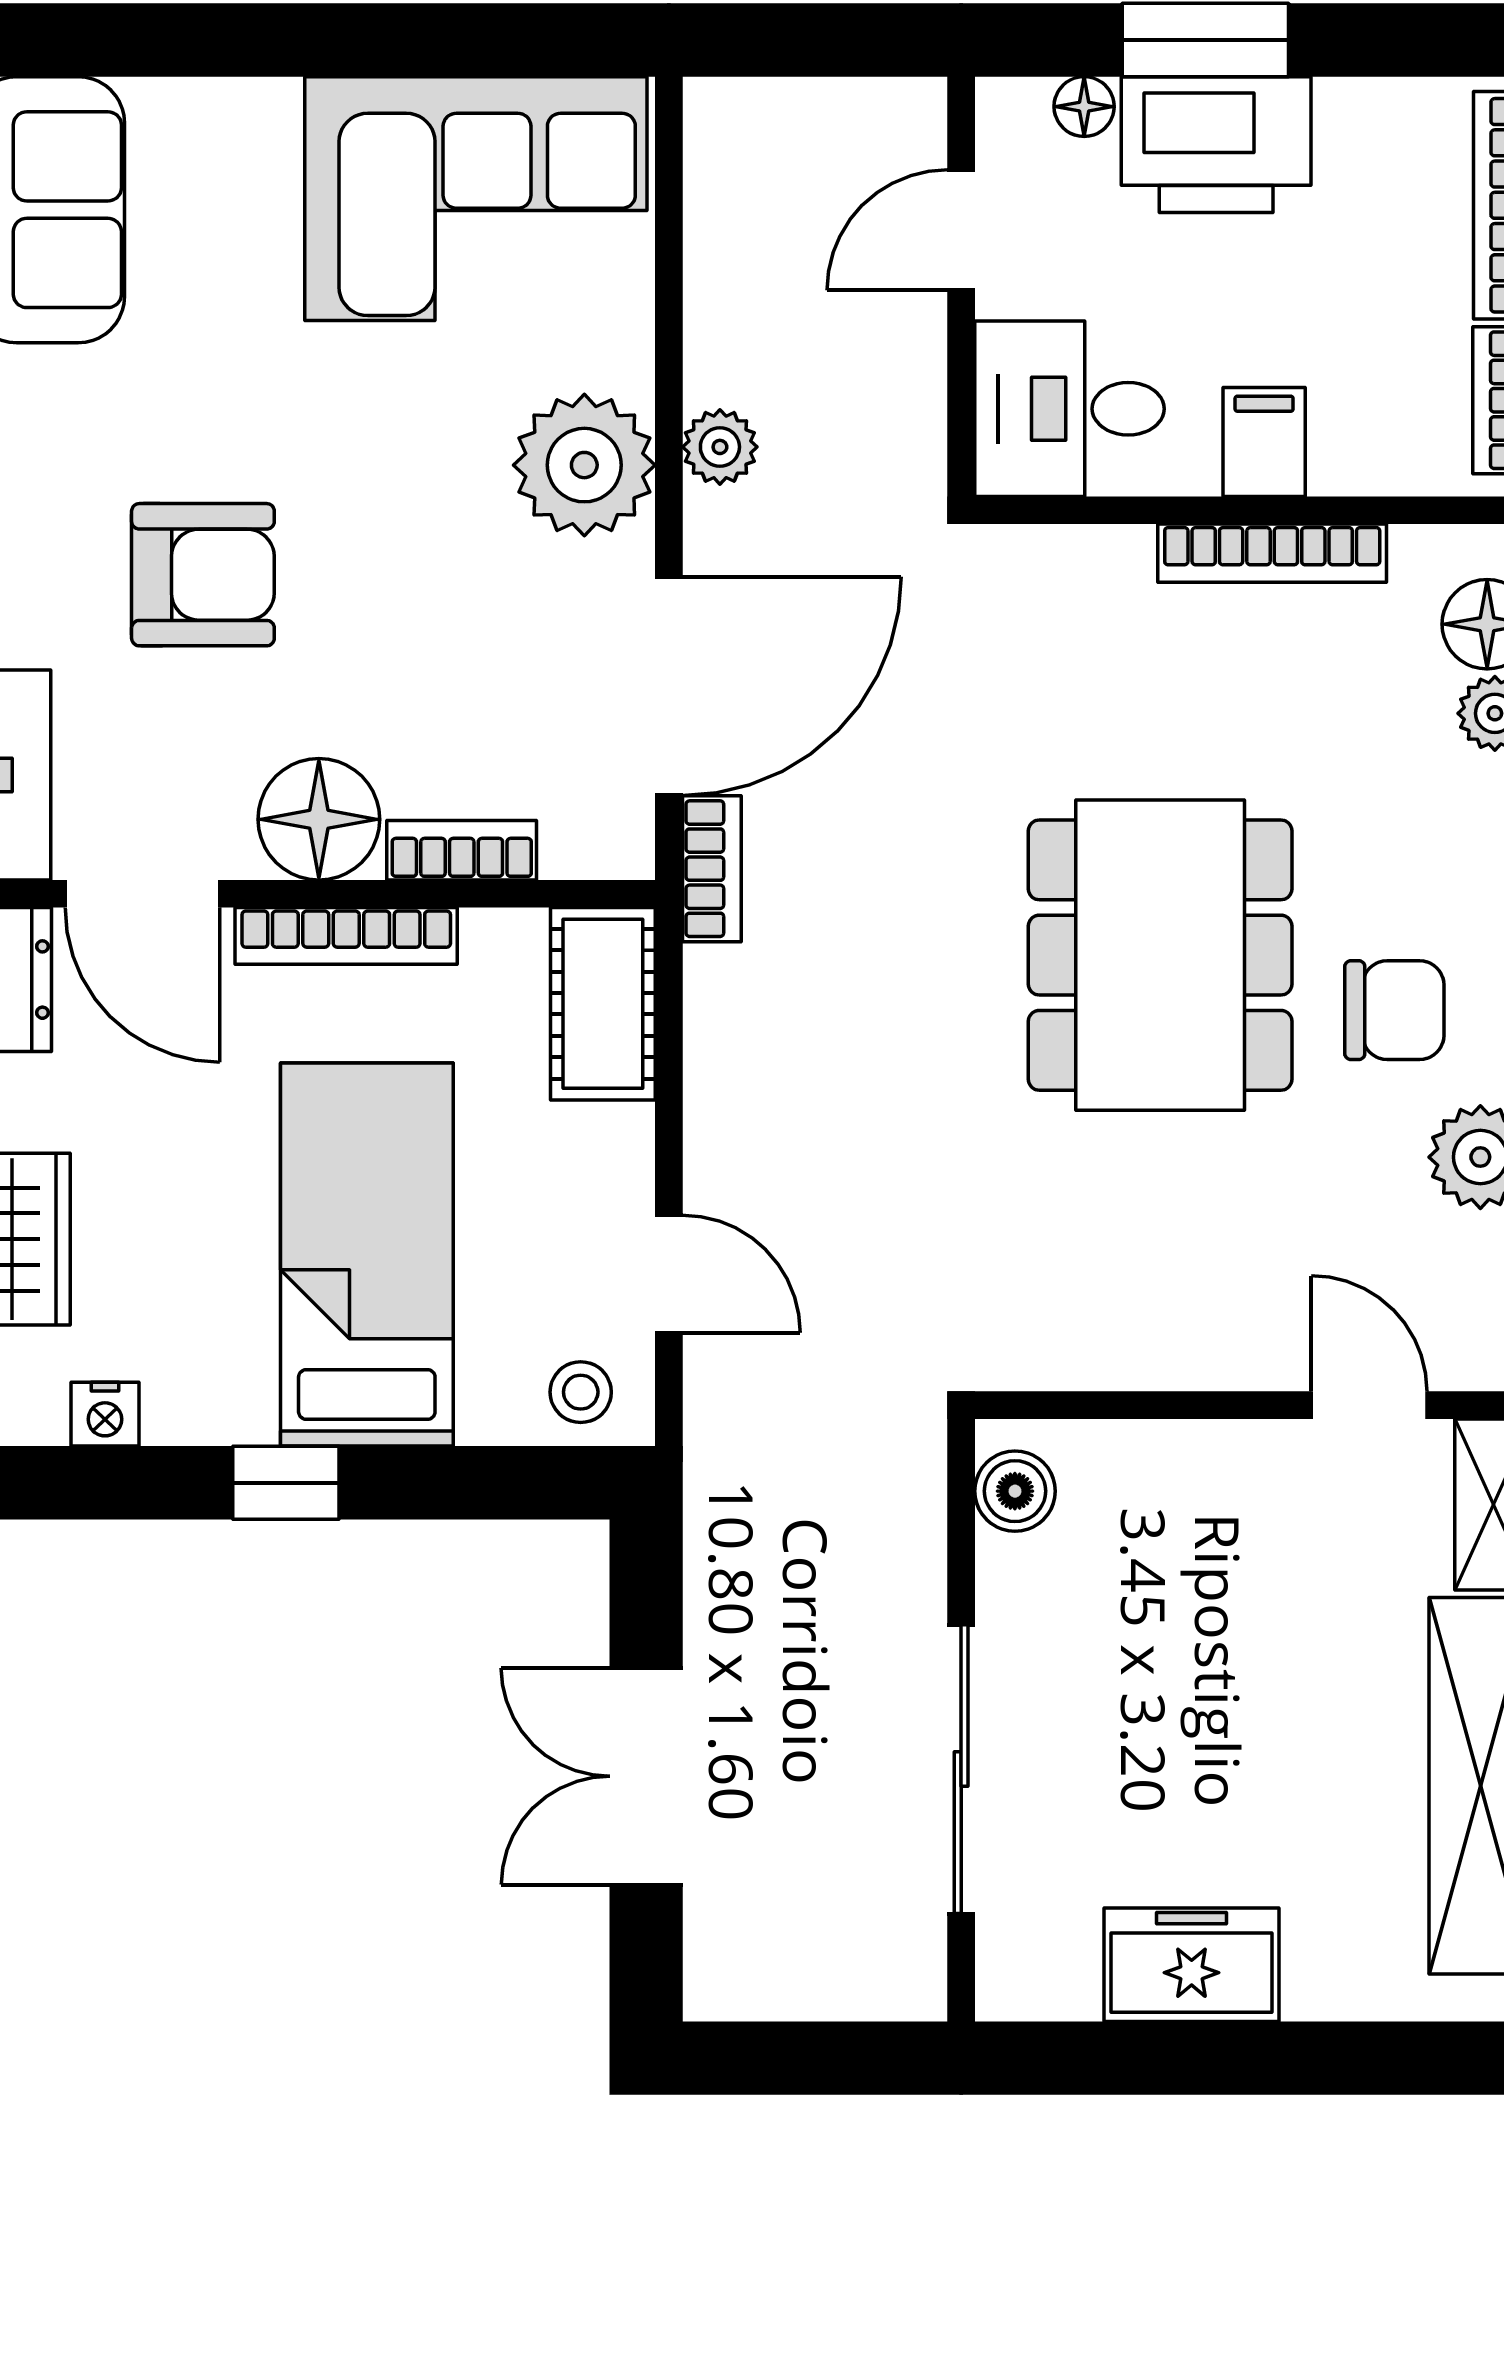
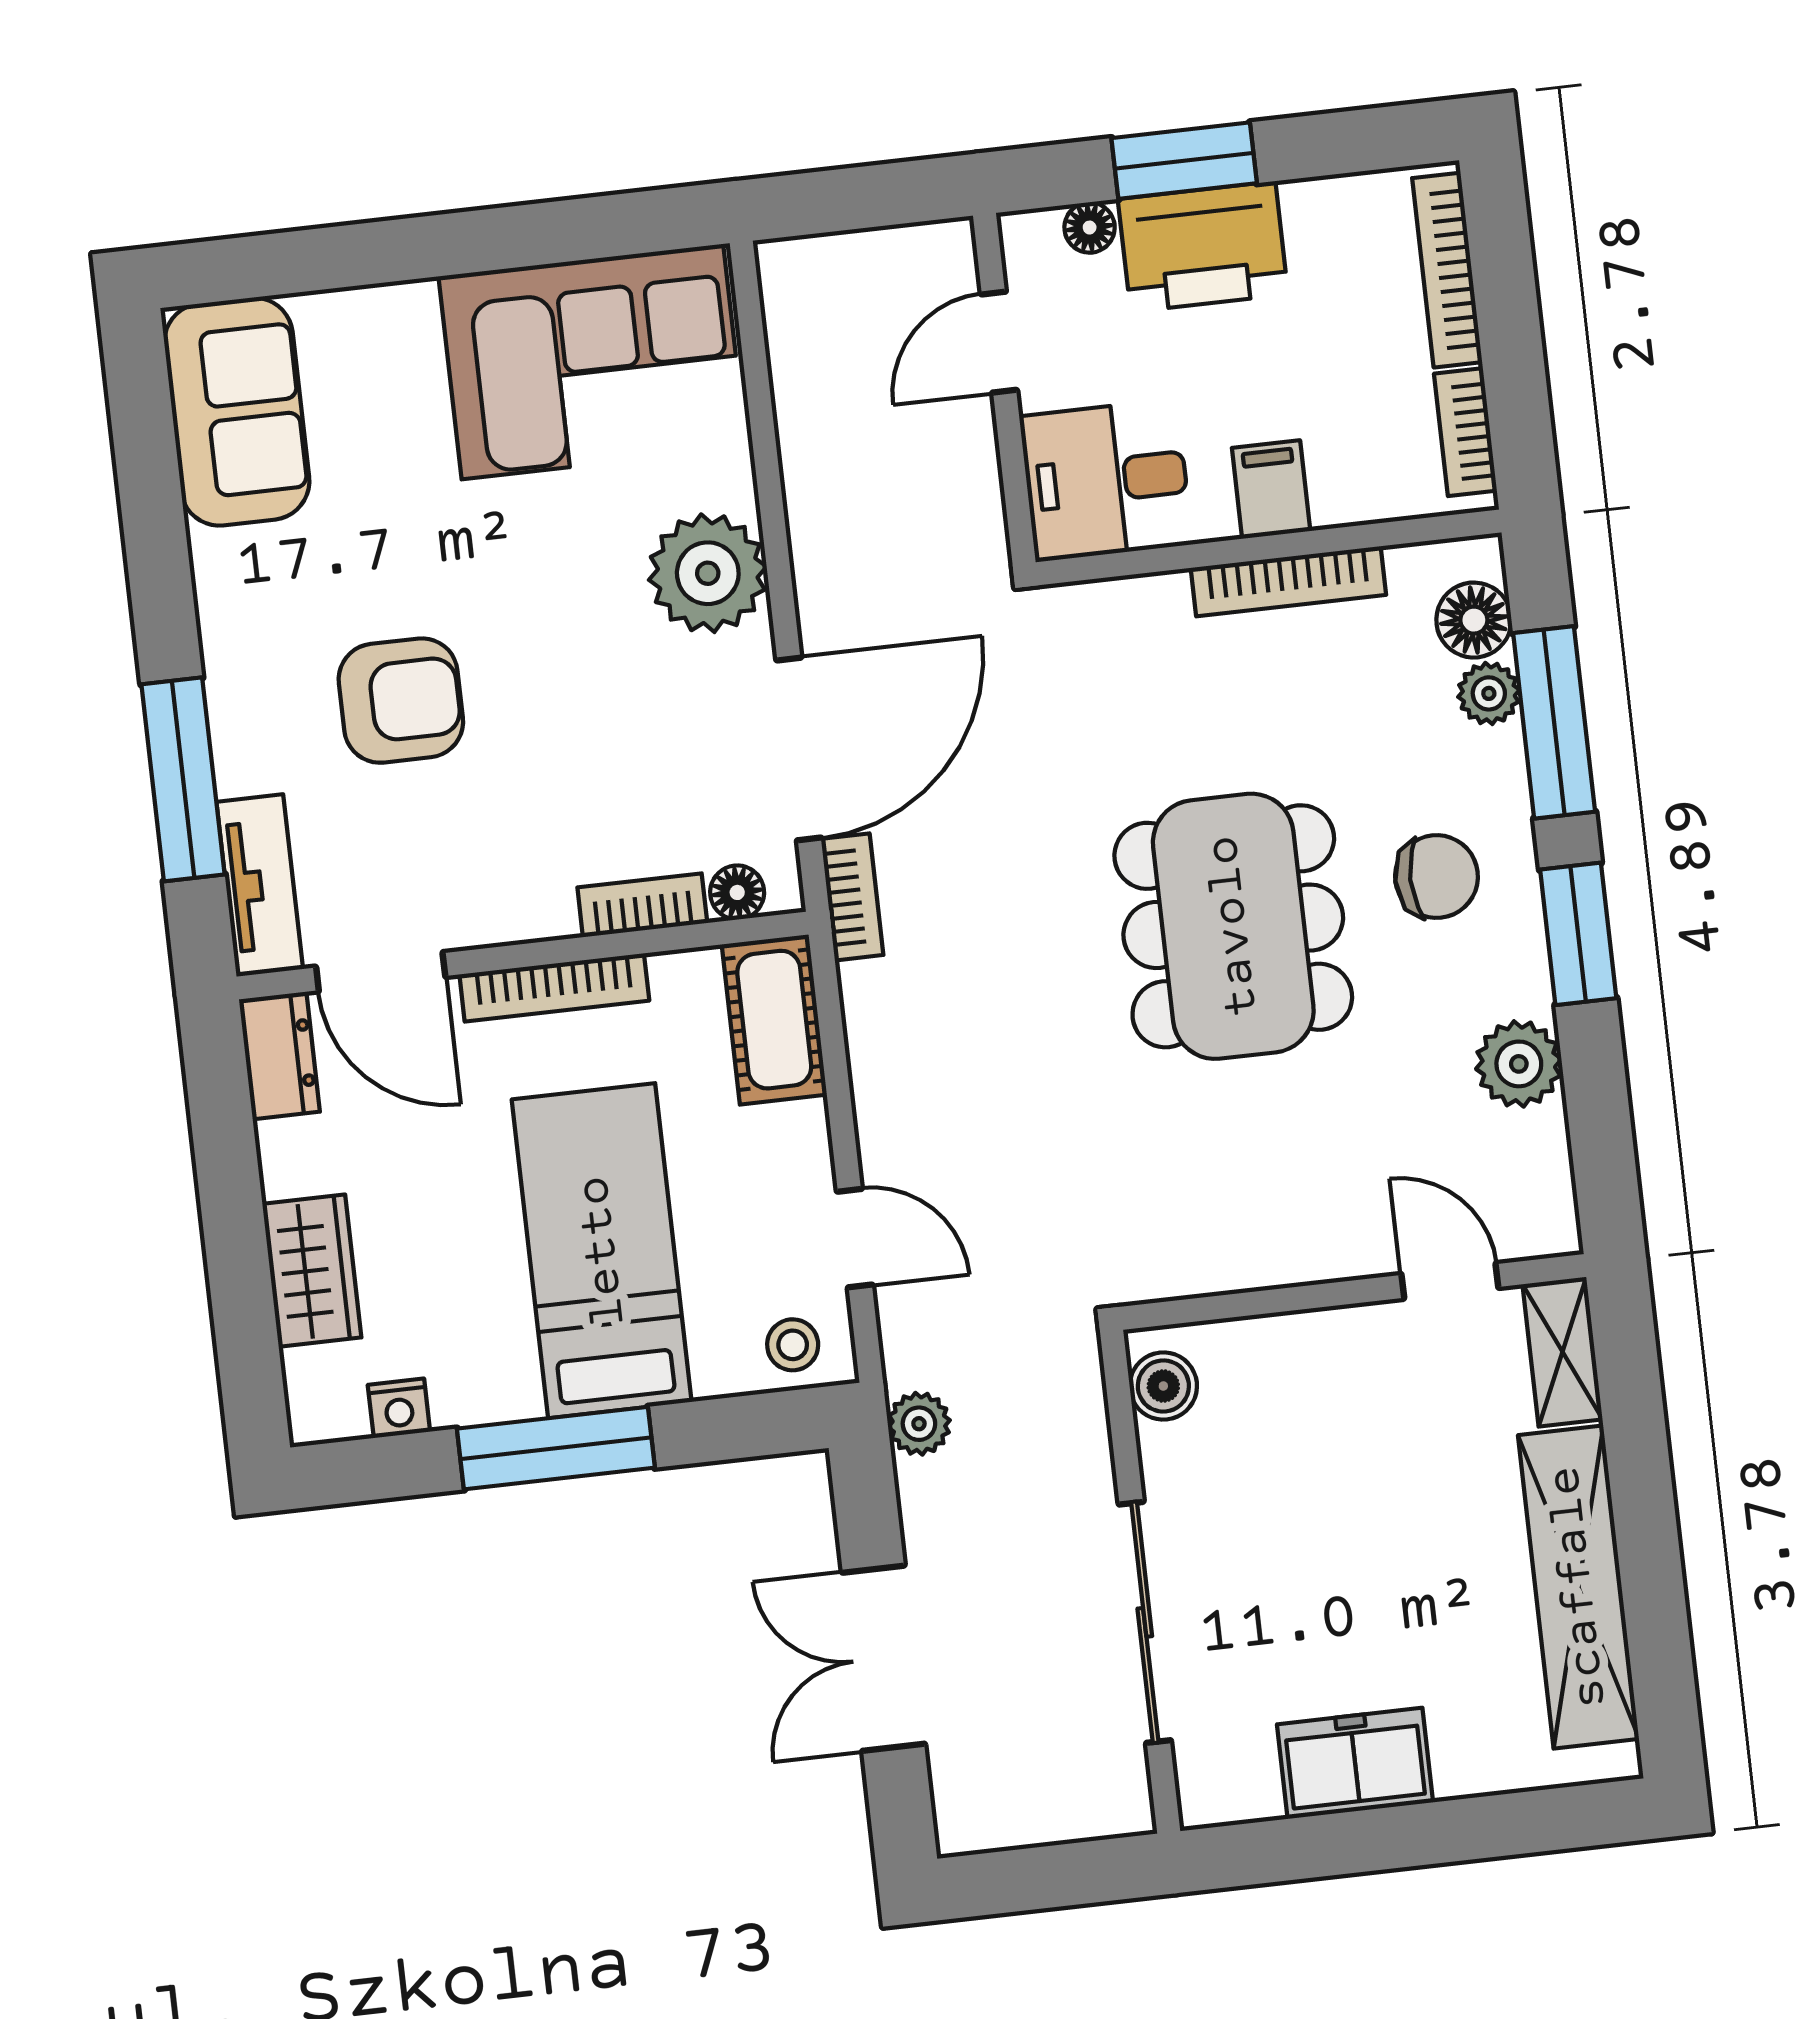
plant: (720, 447) -> (919, 1424), moved
floor lamp: (319, 819) -> (737, 892), moved, width x0.53, depth x0.53
chair: (1394, 1010) -> (1437, 877), moved
window: (286, 1483) -> (556, 1448), width x2.17

